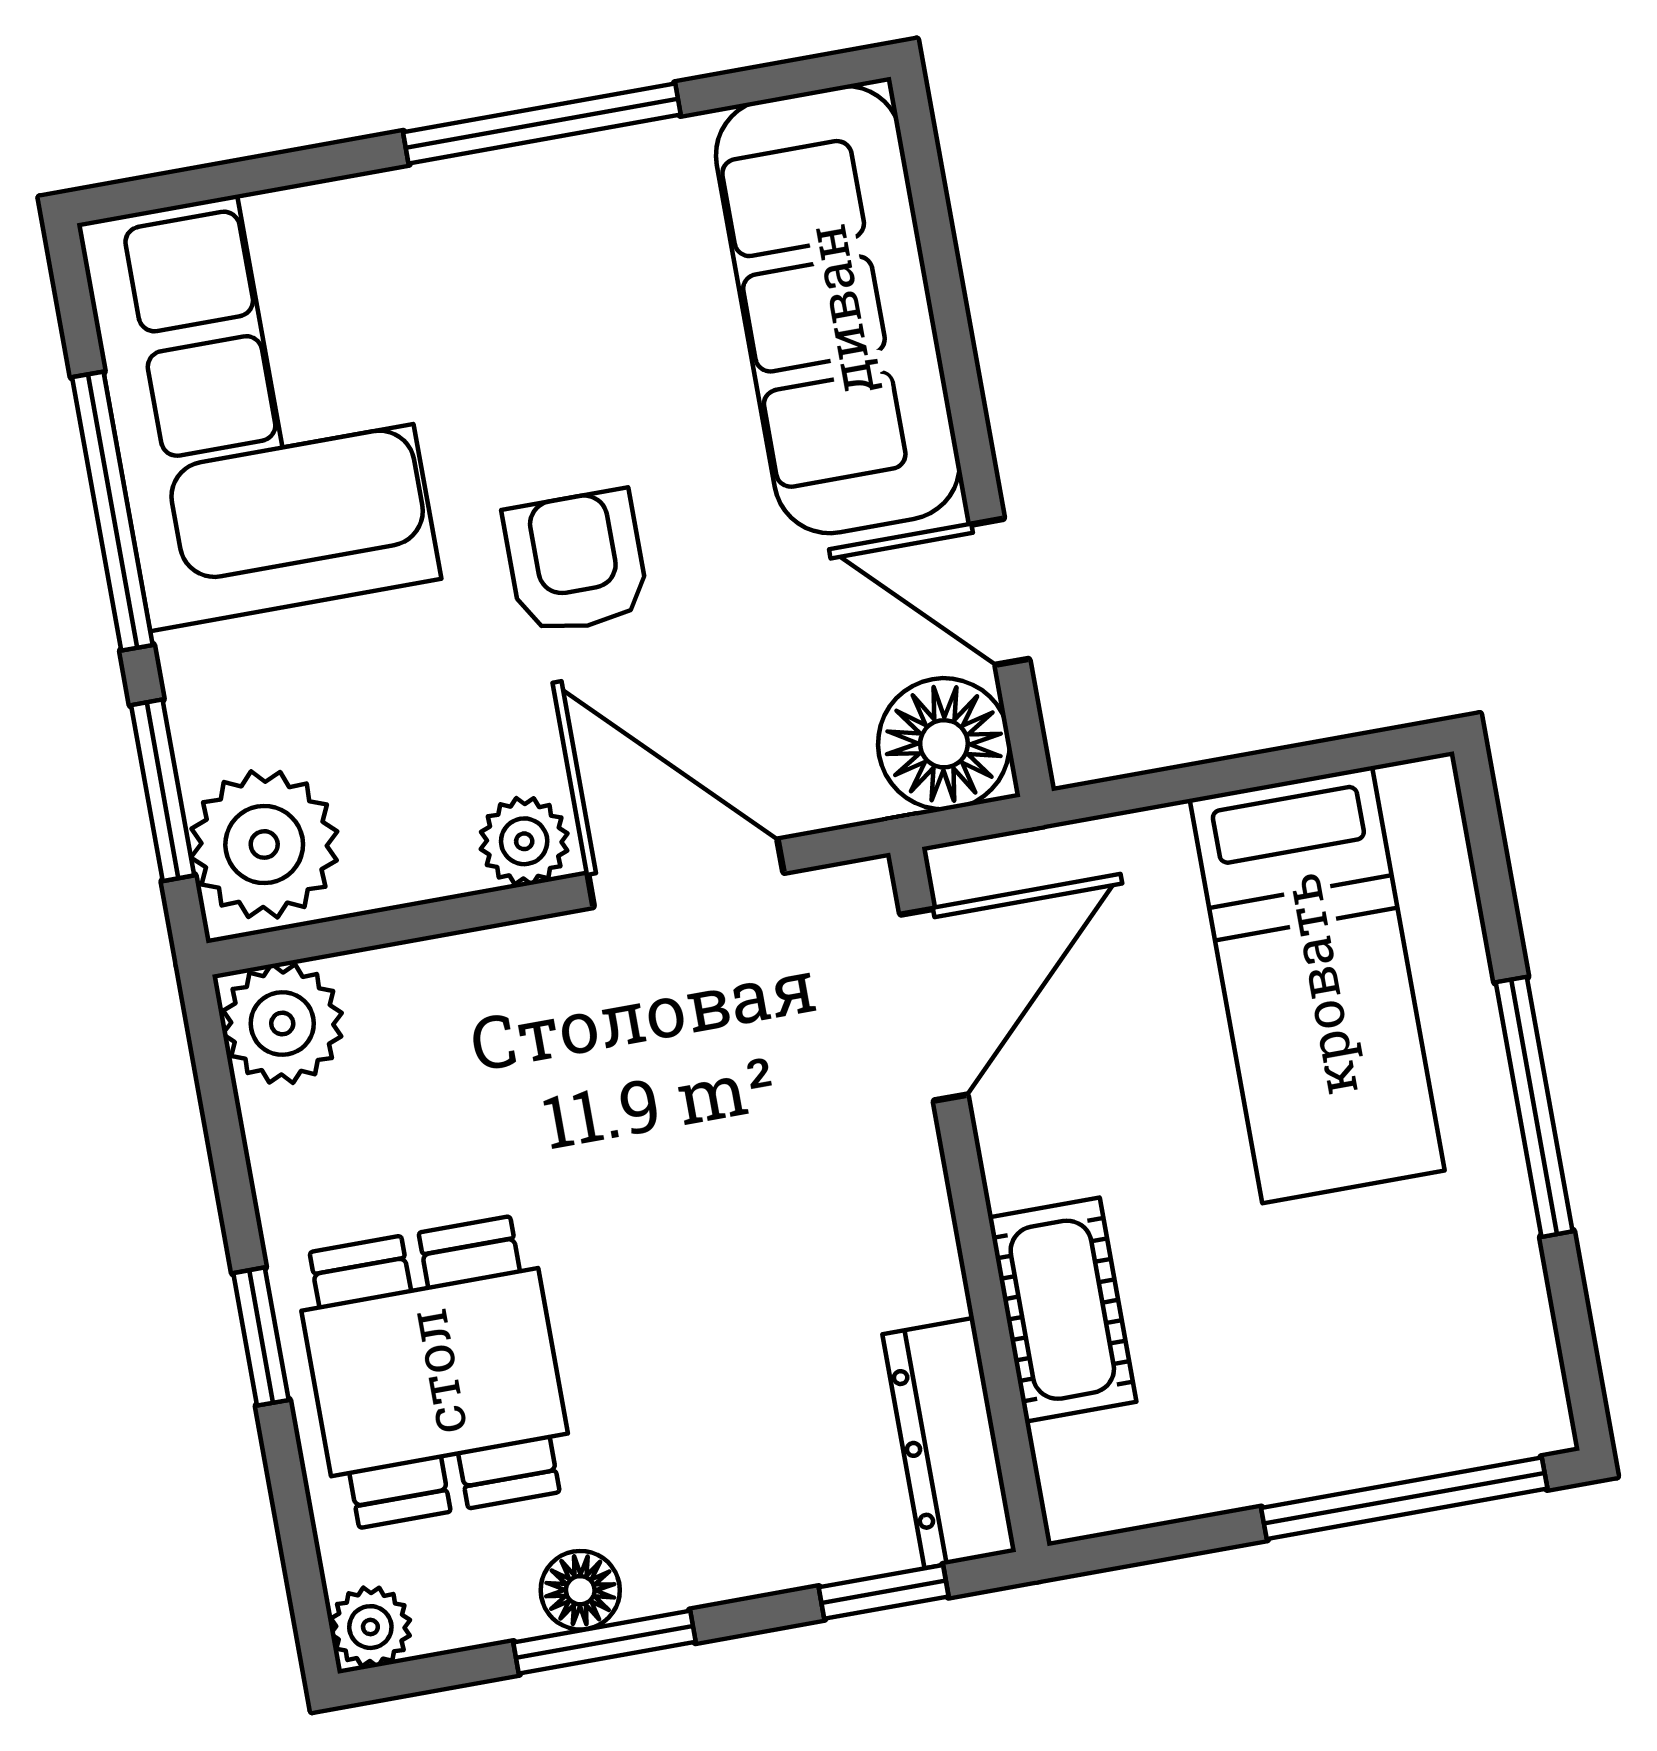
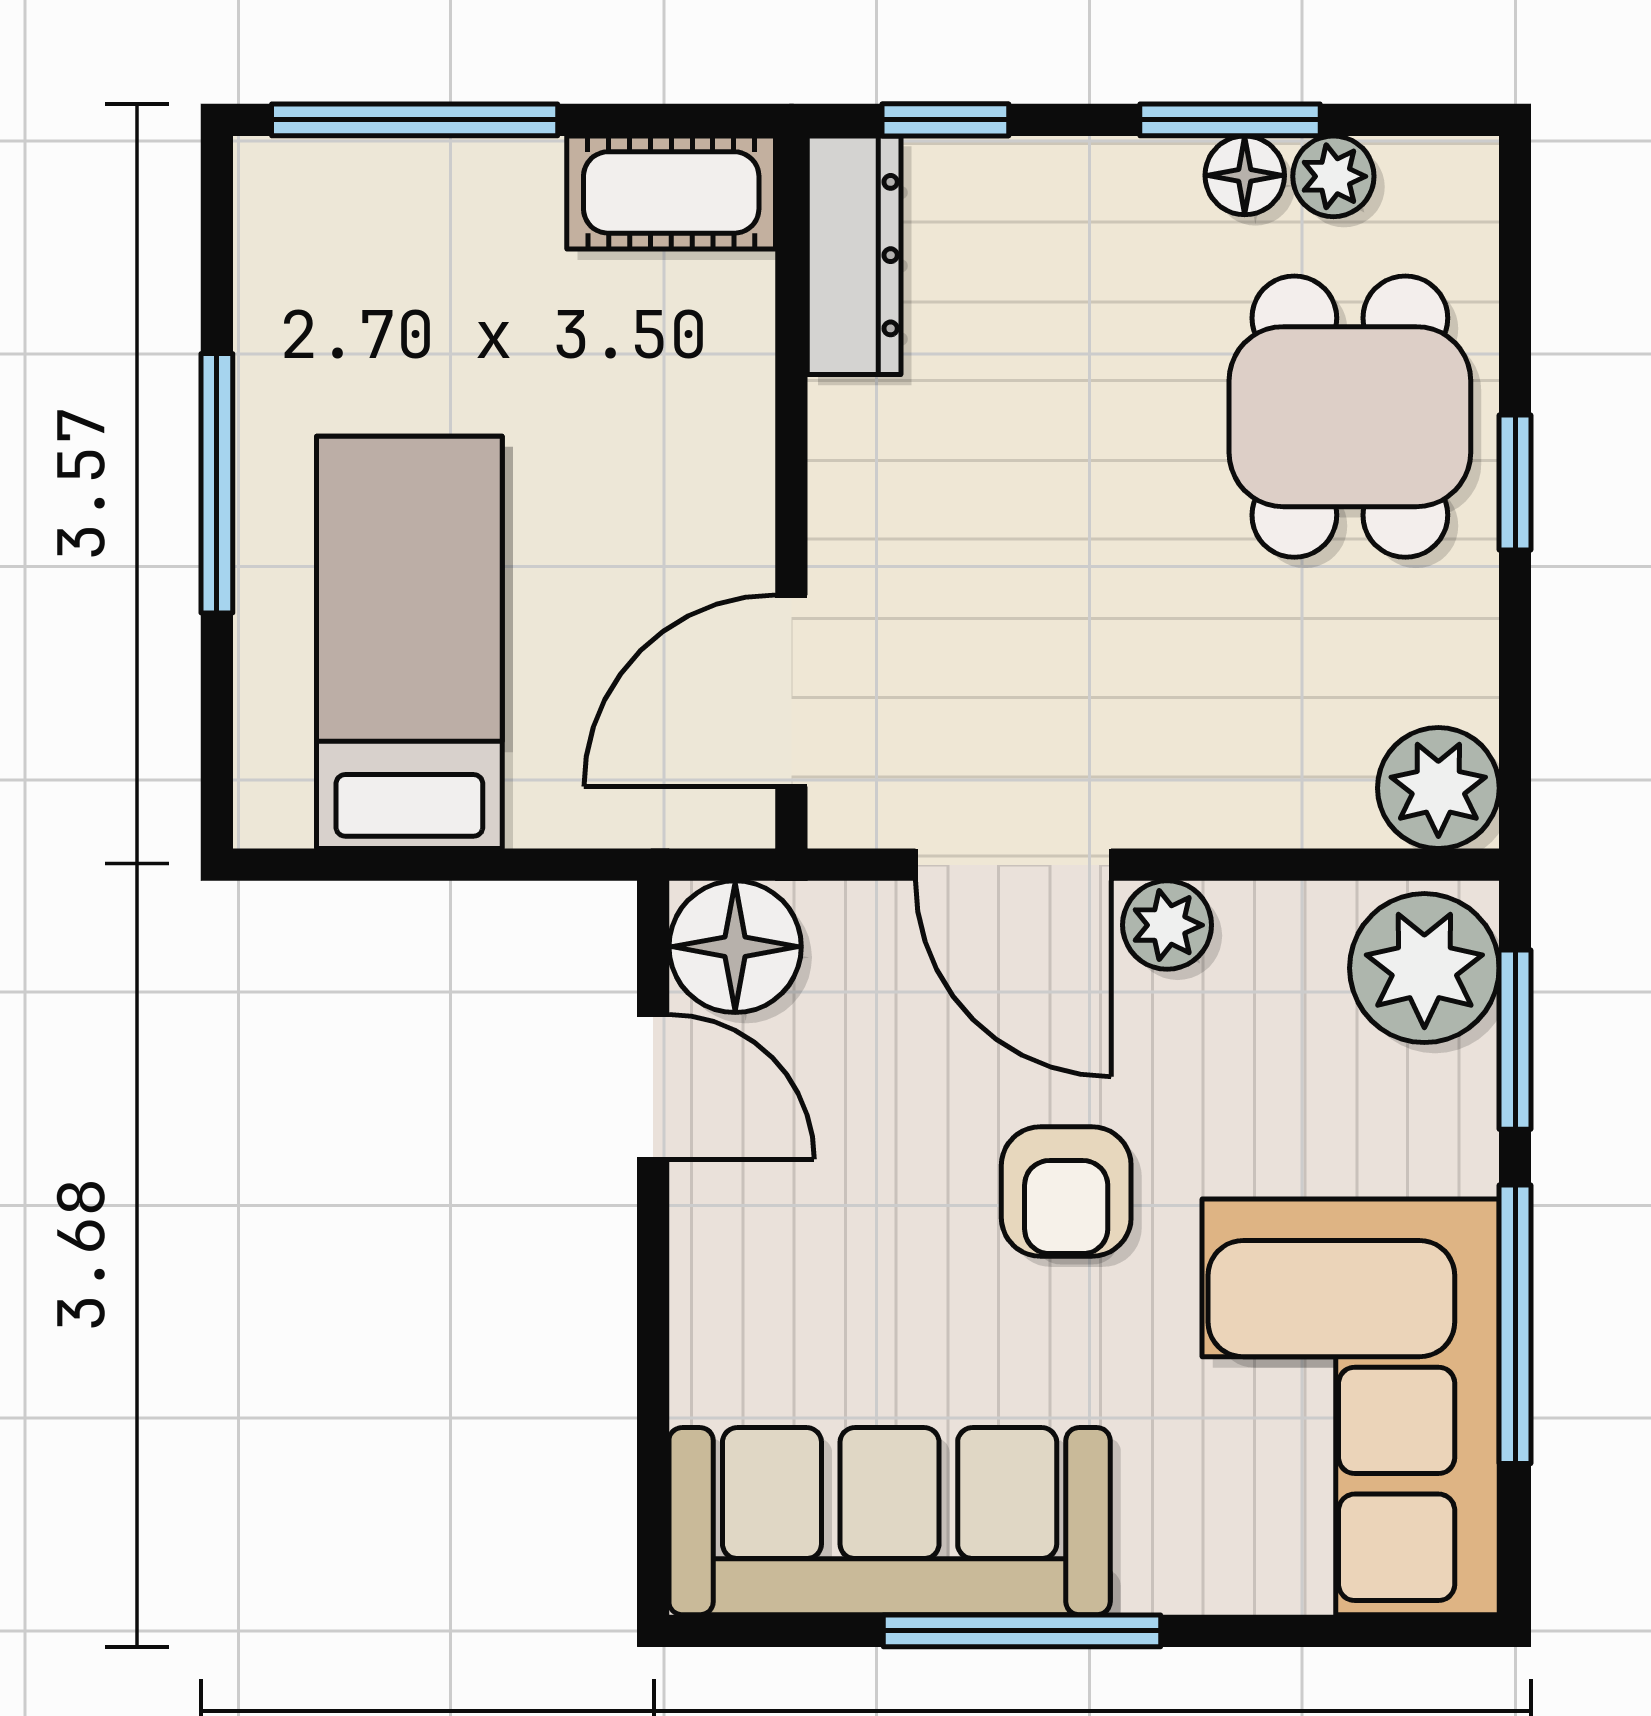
sofa: (838, 310) -> (890, 1521), moved, turned -90
cot: (1062, 1310) -> (671, 192), moved, turned 90
plant: (370, 1627) -> (1333, 176), moved

